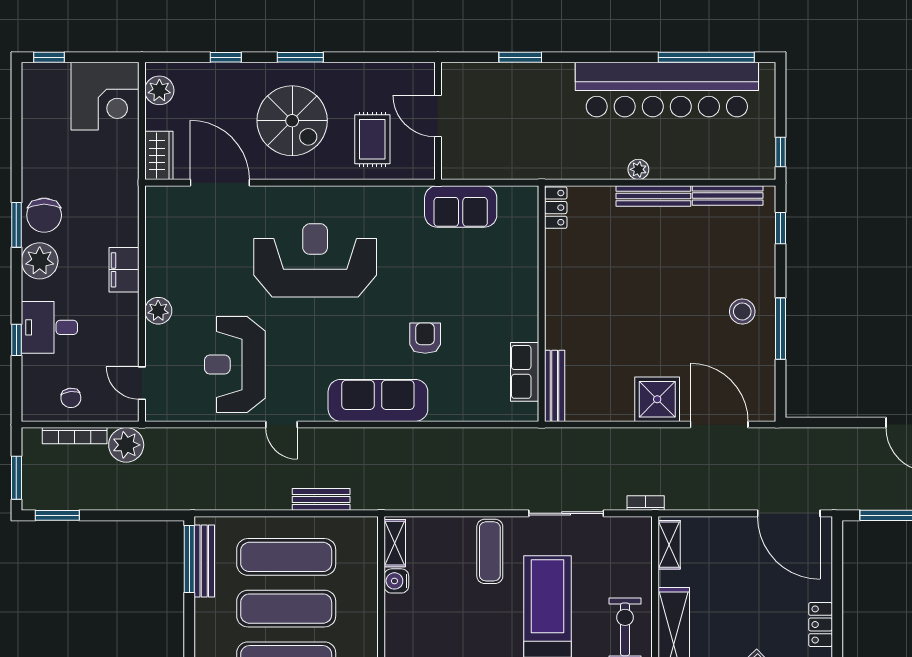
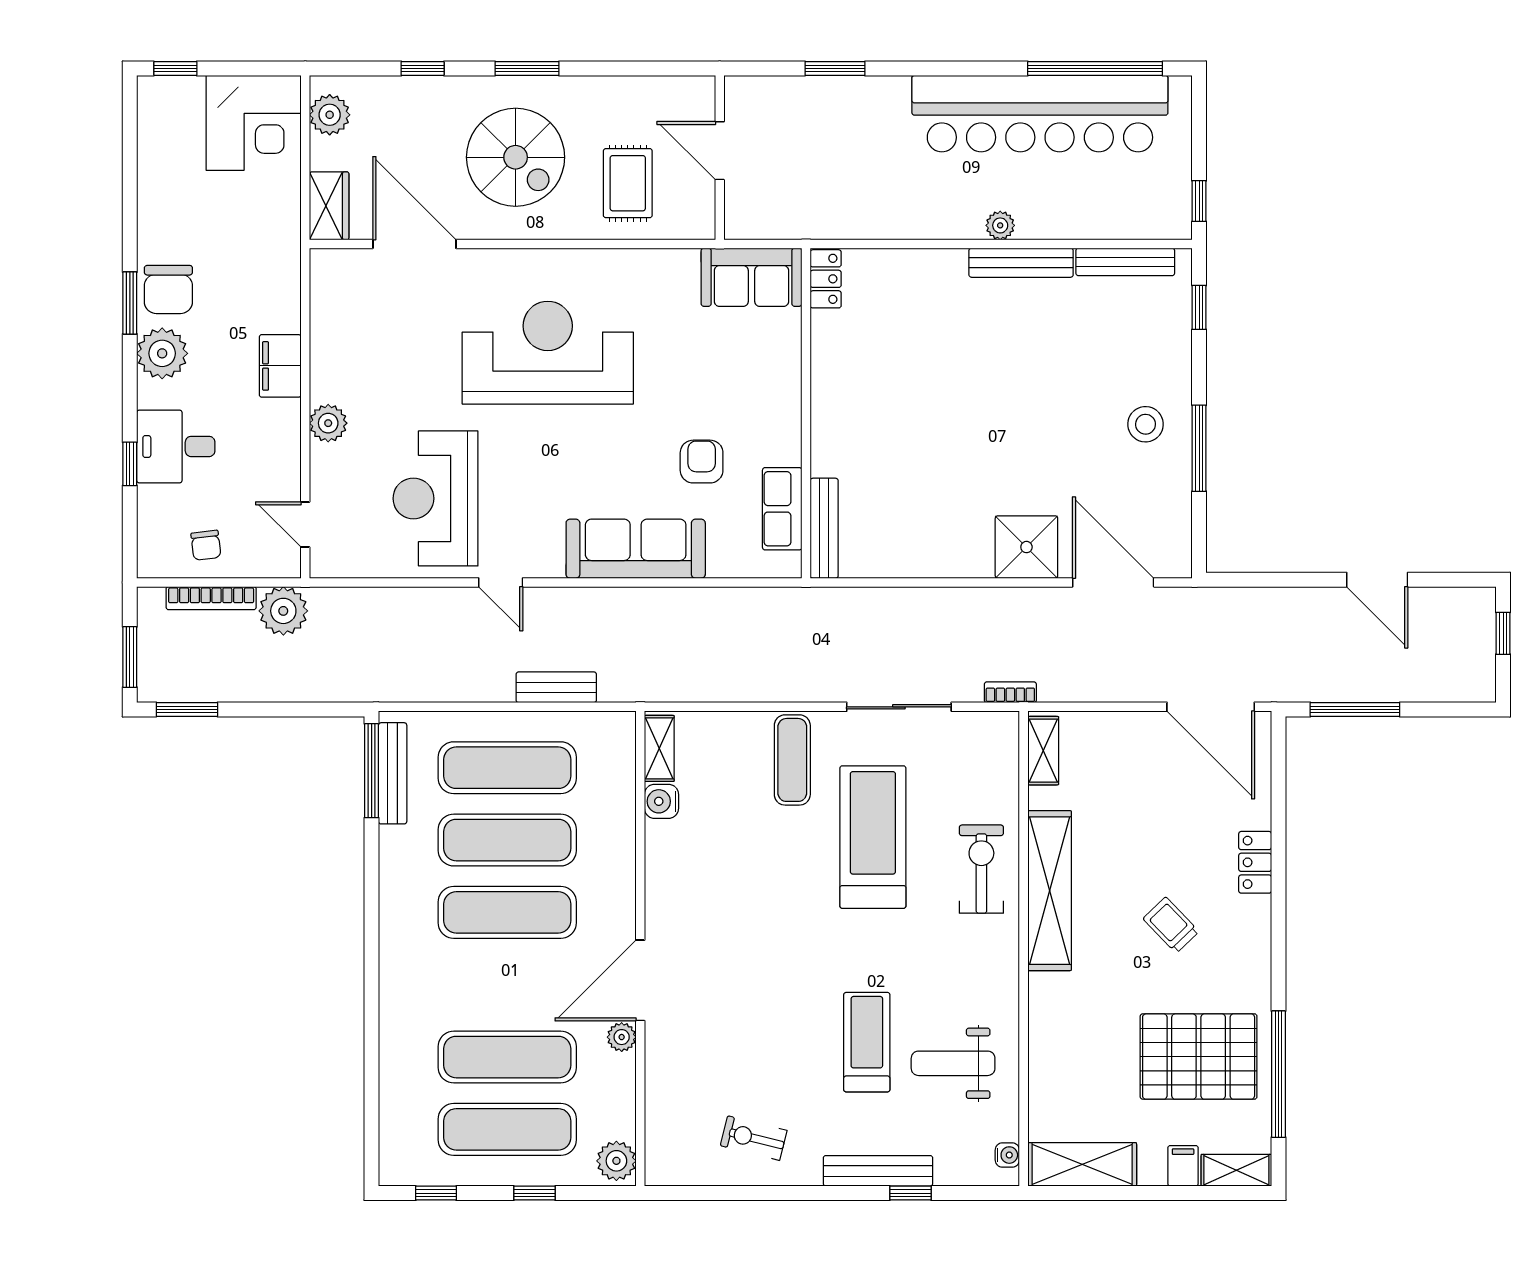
locker: (556, 208) -> (826, 279), moved
wall: (542, 304) -> (806, 413), moved
row of seats: (525, 372) -> (782, 509), moved
bench: (555, 386) -> (824, 528), moved

